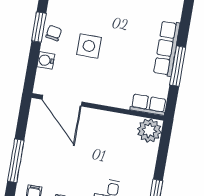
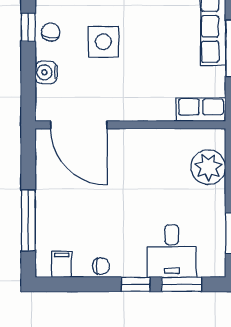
window: (39, 27) -> (28, 27), width x0.67
plant: (149, 131) -> (208, 167), moved

